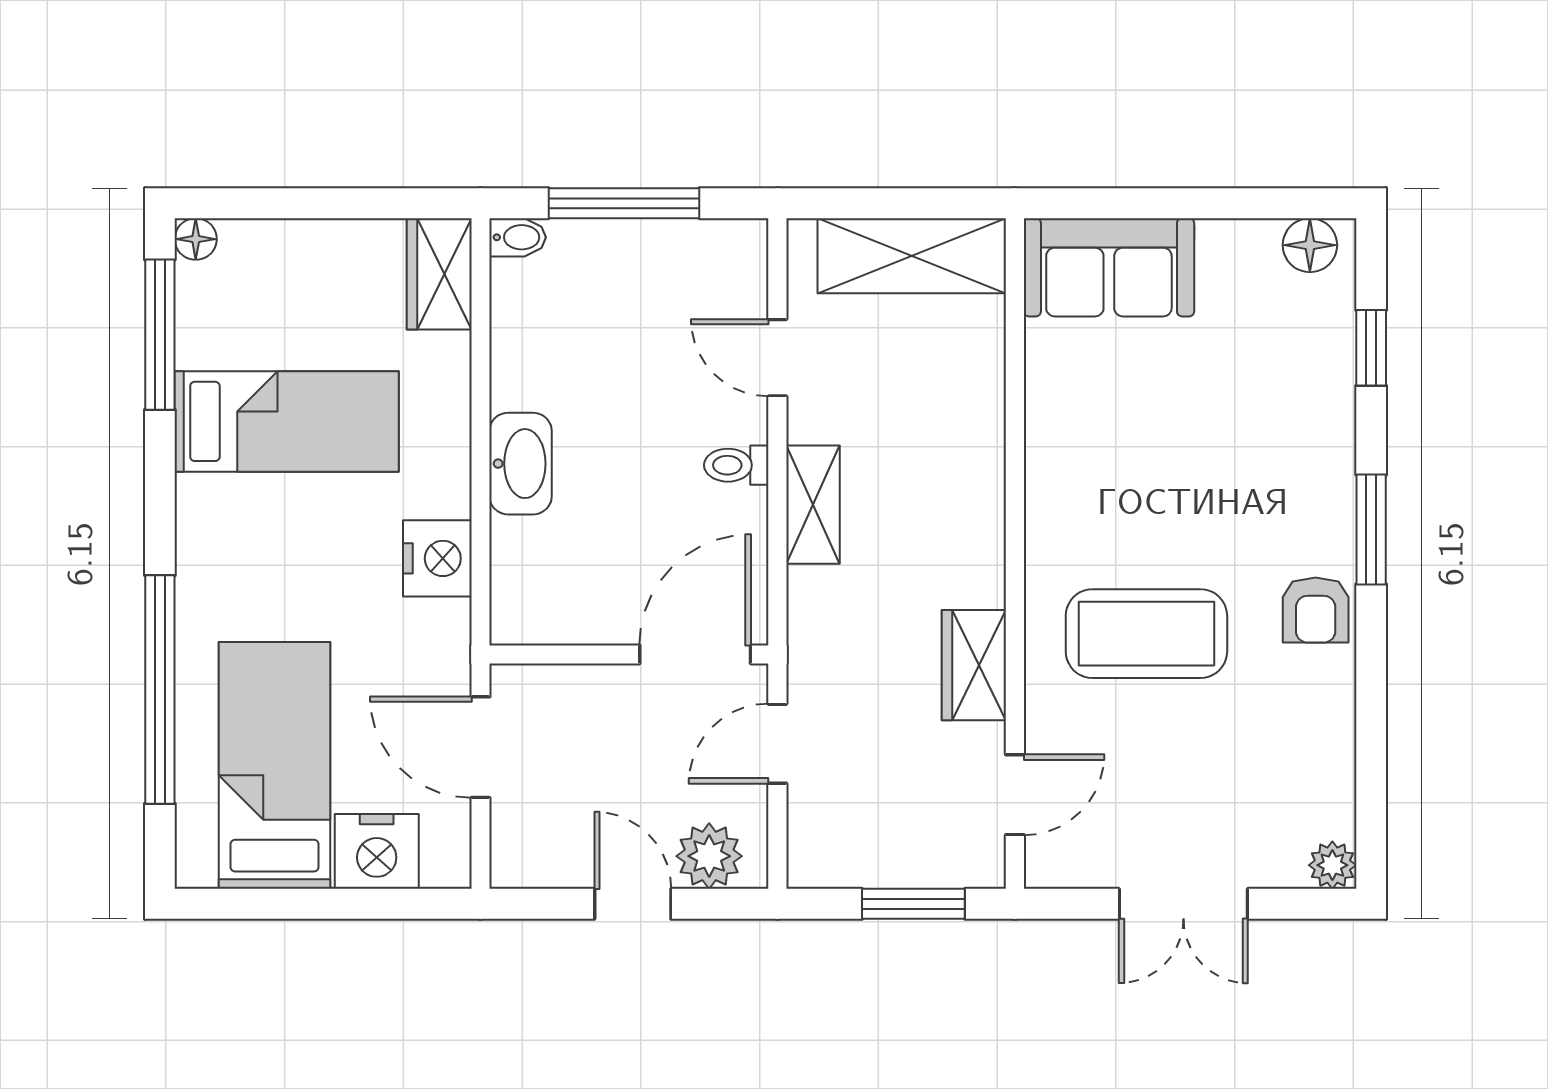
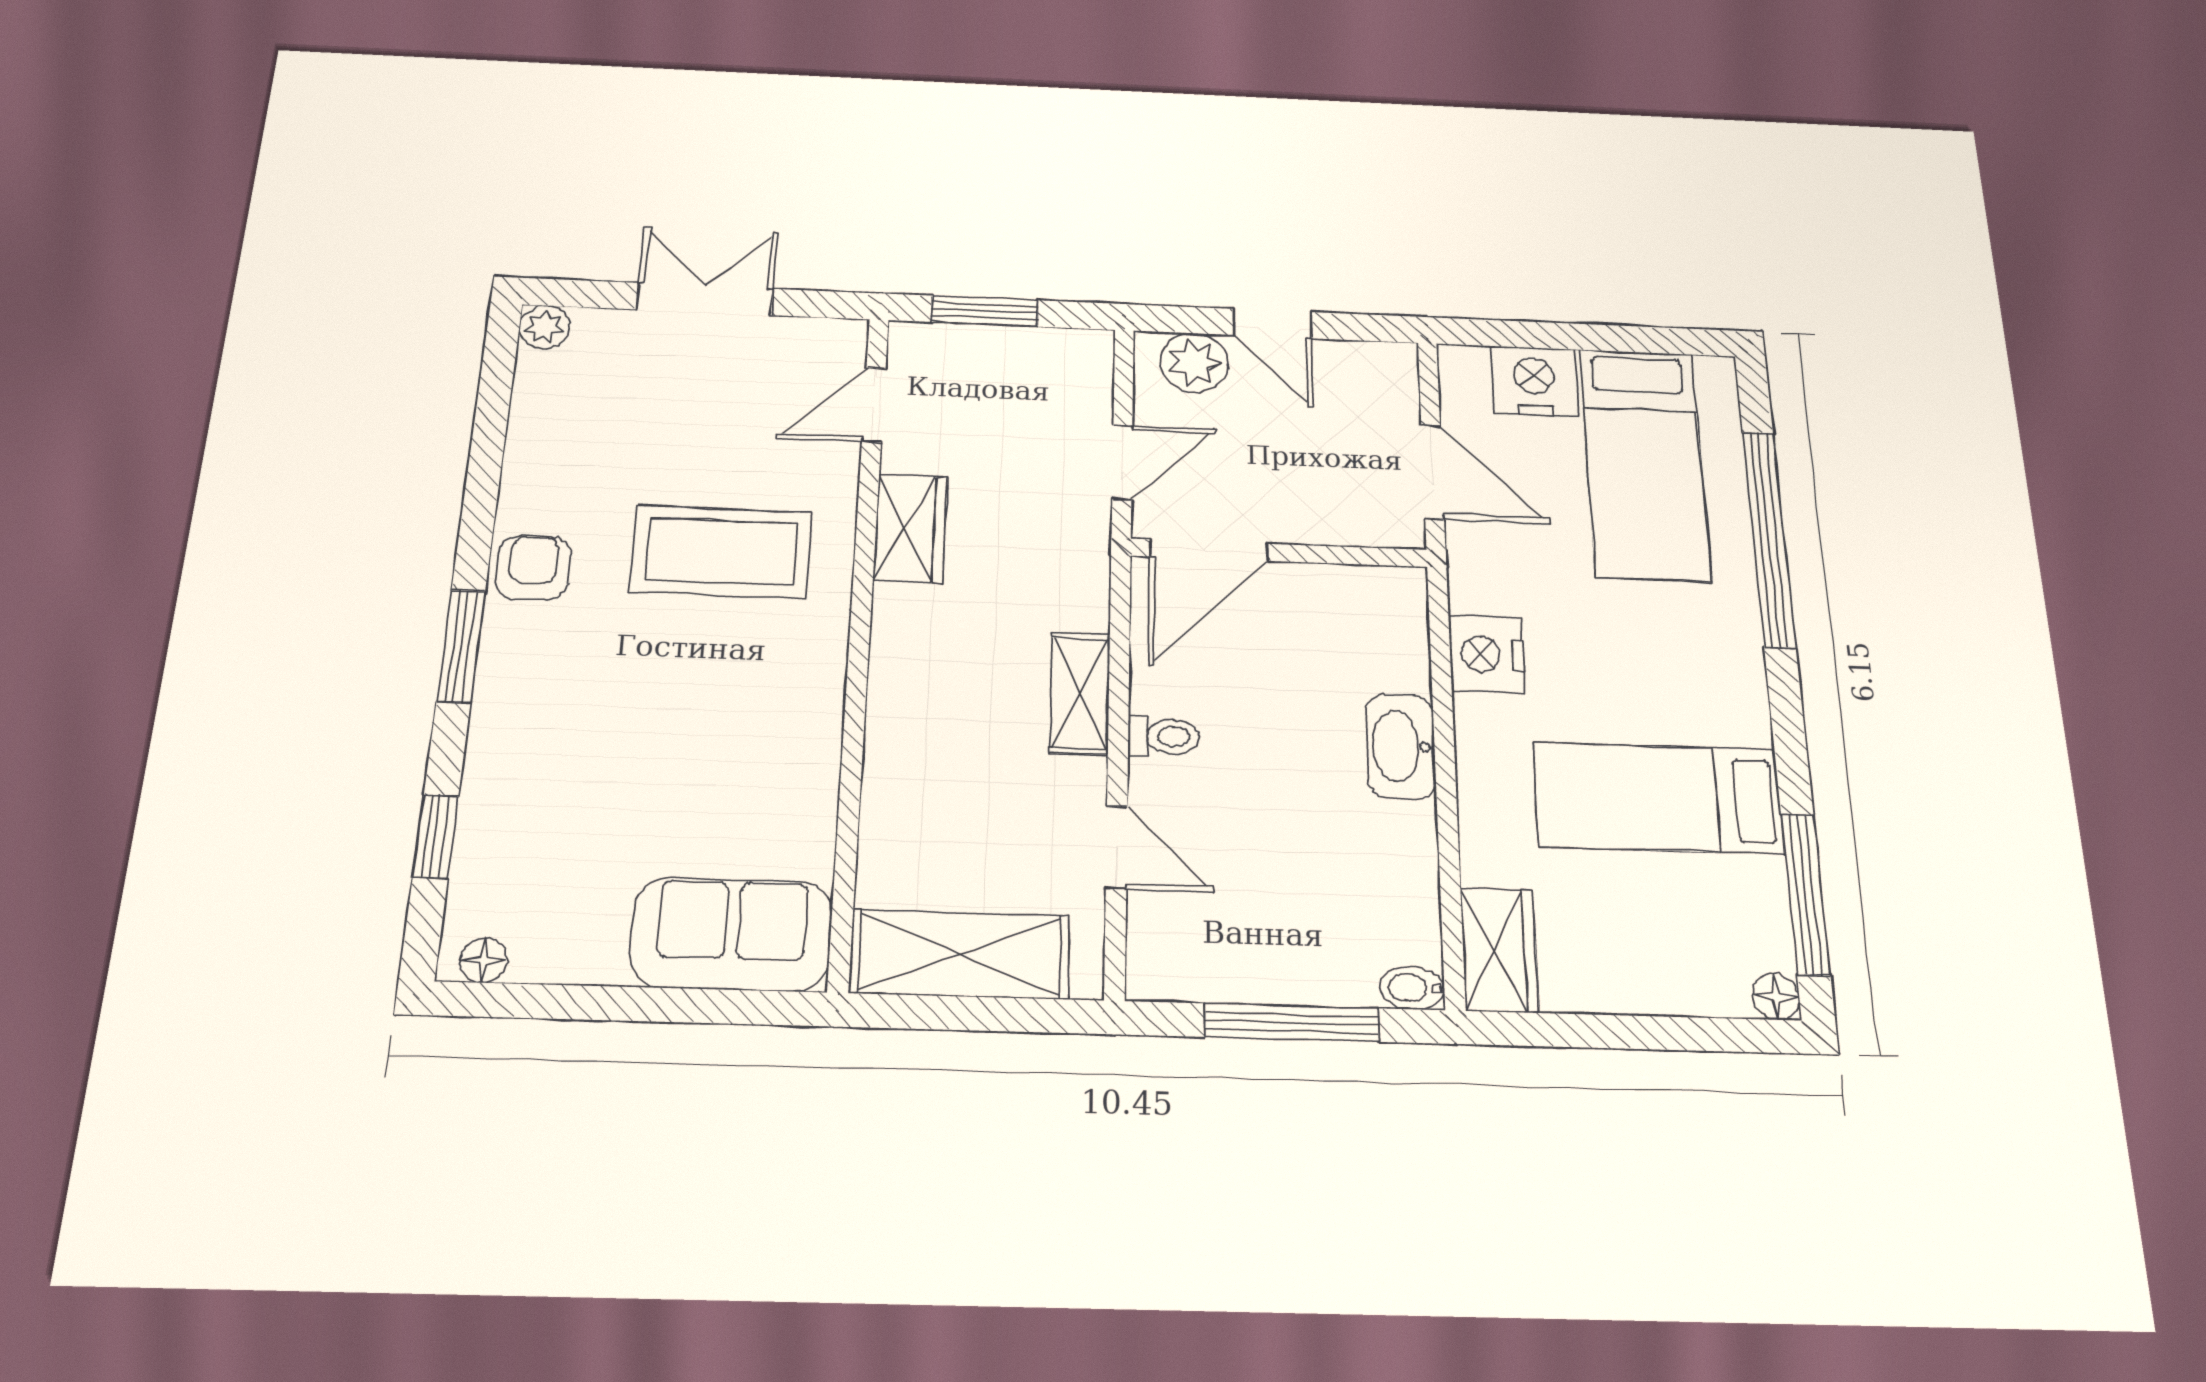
floor lamp: (1310, 245) -> (483, 960), width x0.73, depth x0.73

